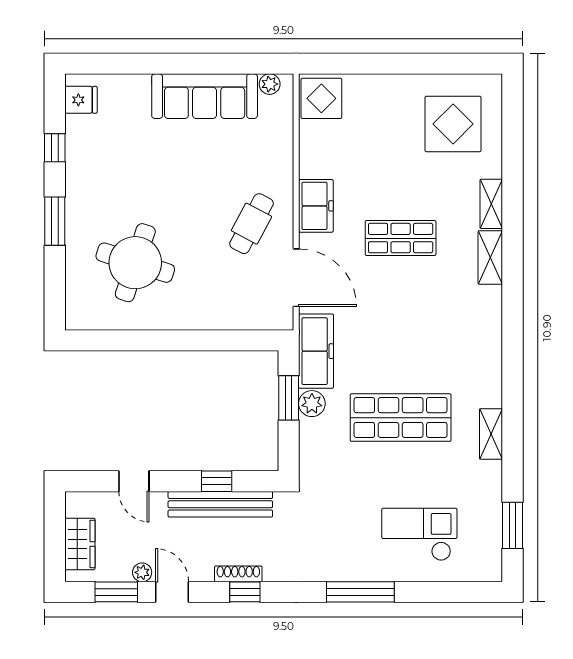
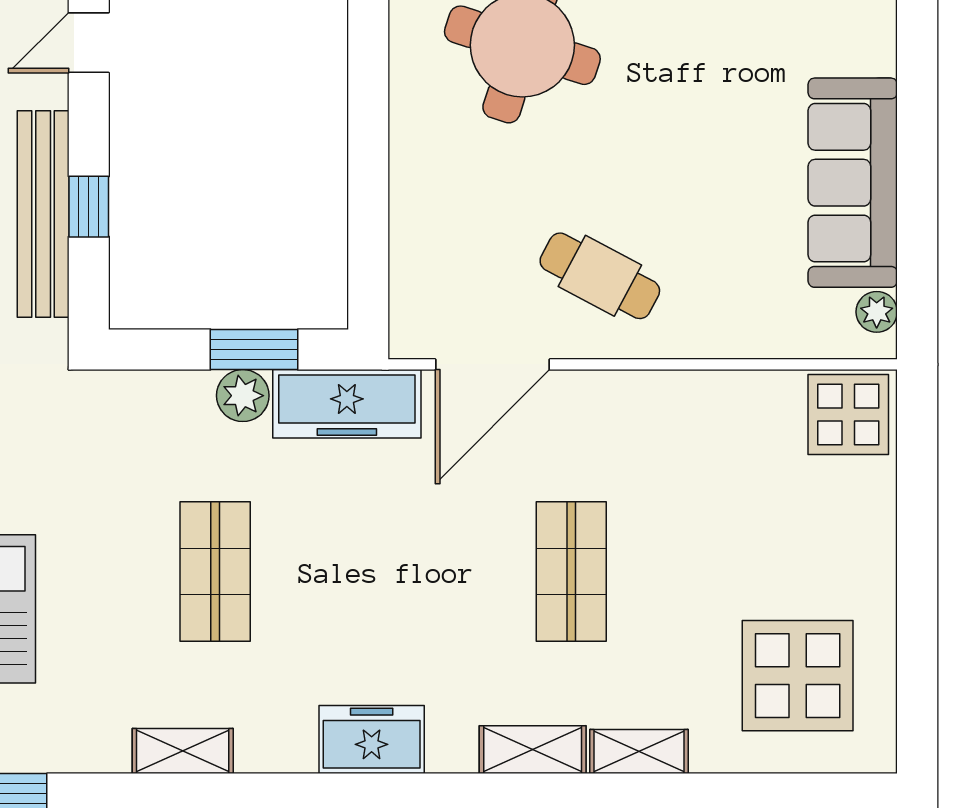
freezer: (316, 206) -> (372, 740), moved, turned 180
shop shelf: (401, 418) -> (215, 572), width x0.70, depth x0.74

